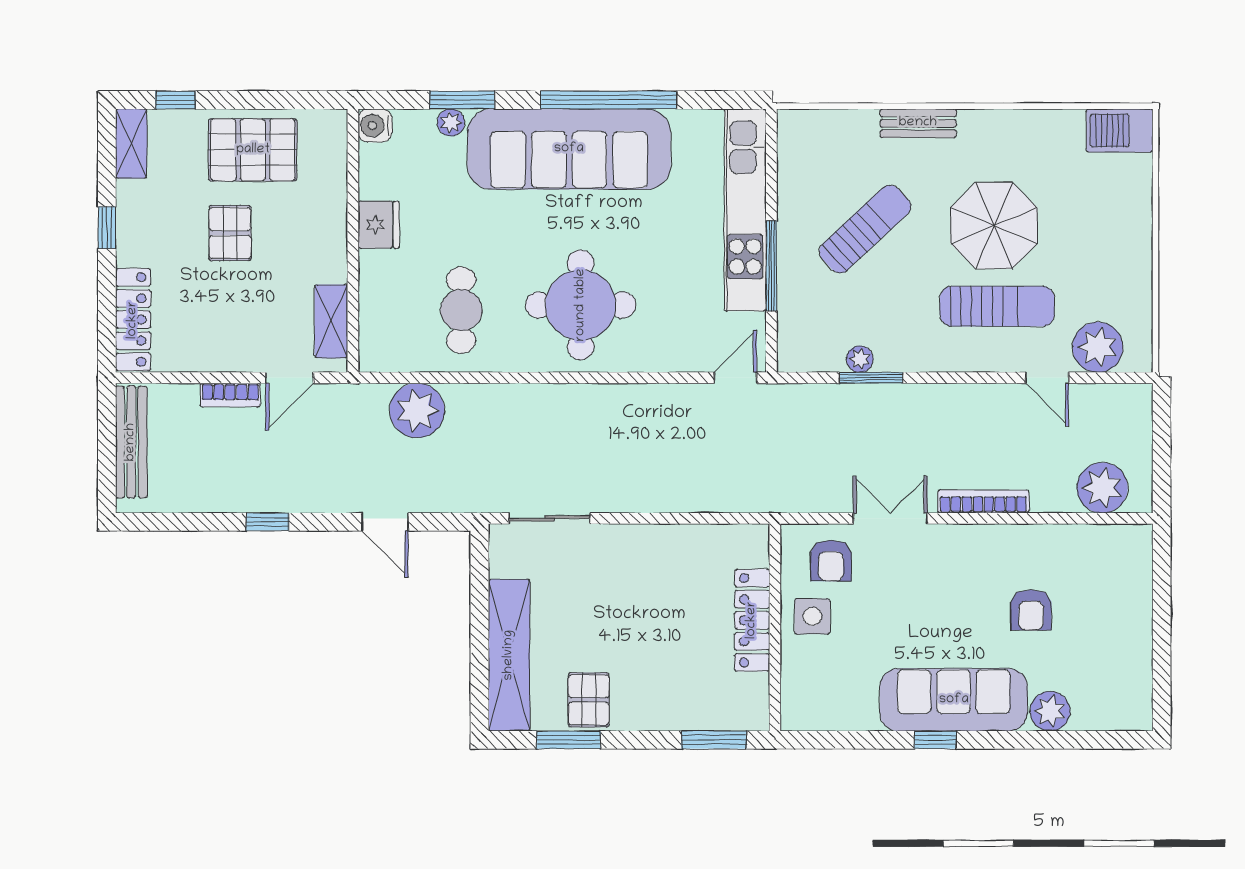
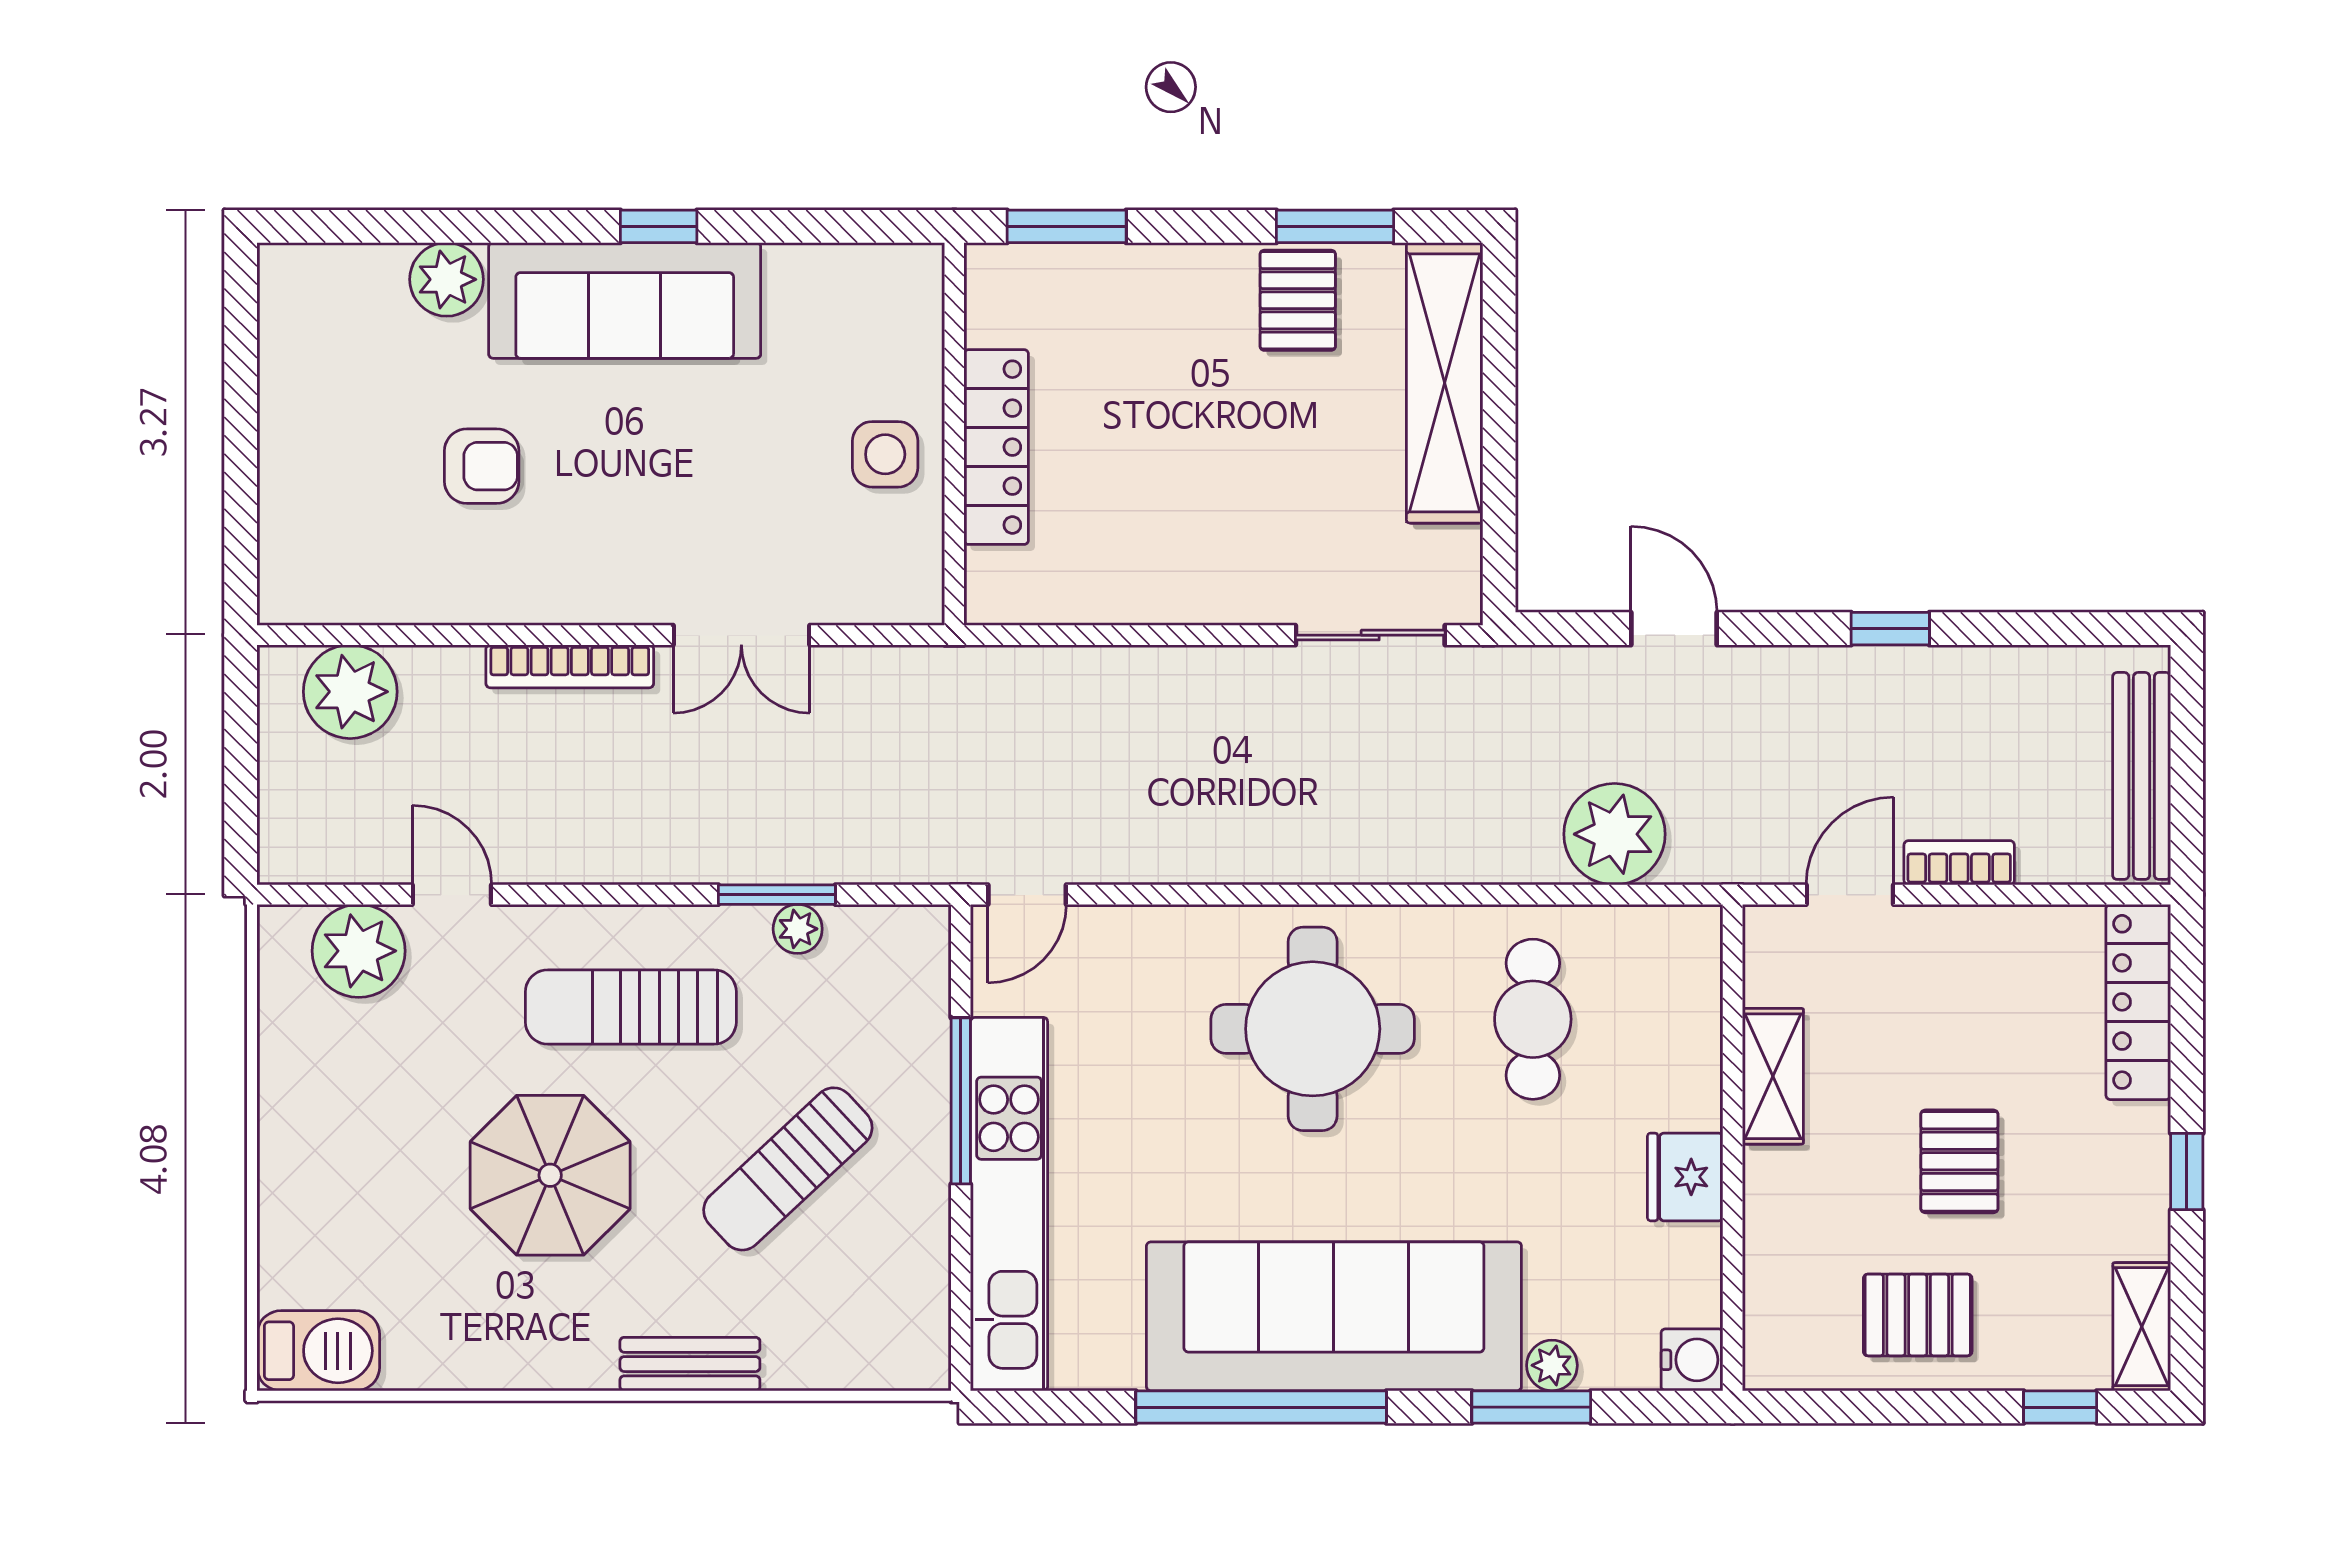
pallet: (253, 150) -> (1918, 1315), width x0.67, depth x0.71
sun lounger: (997, 306) -> (631, 1007), moved
shelving: (331, 321) -> (1773, 1076), moved
armchair: (831, 561) -> (851, 557), removed
armchair: (1031, 610) -> (482, 466), turned 90

